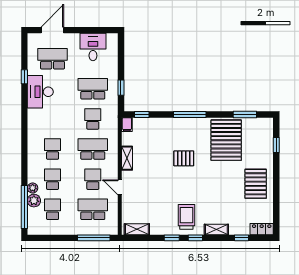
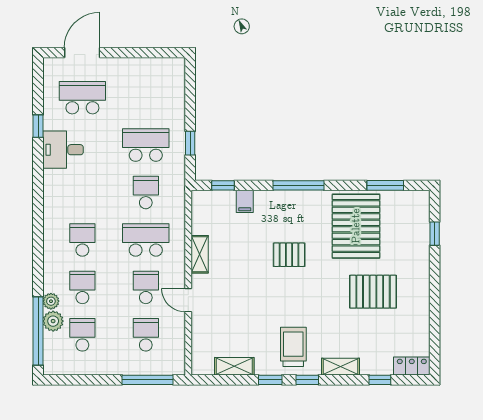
desk: (93, 47) -> (146, 79), removed
desk: (40, 92) -> (63, 150), width x0.73
filing cabinet: (127, 125) -> (245, 201), moved
pallet: (256, 184) -> (373, 292), moved, turned 90
school desk: (93, 209) -> (146, 335), width x0.54
shelving: (137, 229) -> (234, 366), moved

